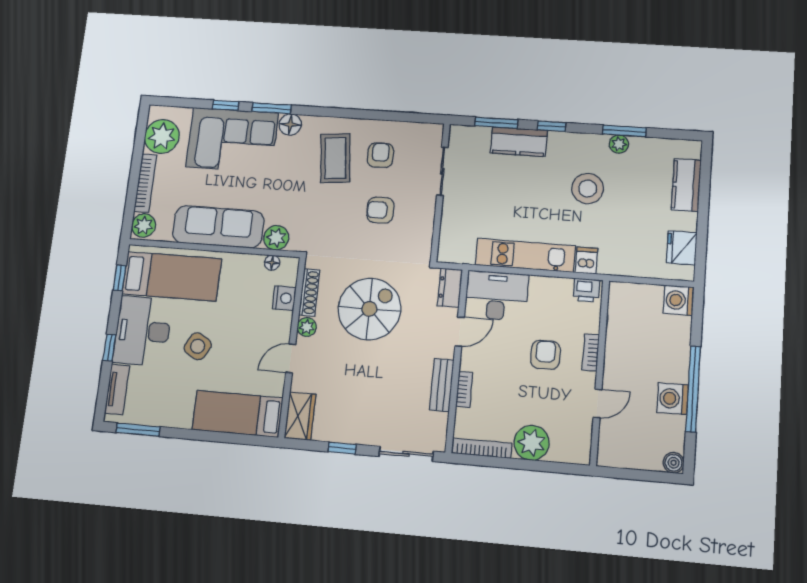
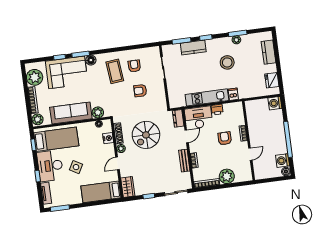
printer: (586, 290) -> (217, 110), moved
spiral stairs: (369, 309) -> (146, 135), turned 180
washing machine: (673, 399) -> (283, 161), moved

